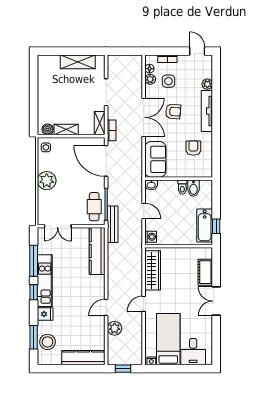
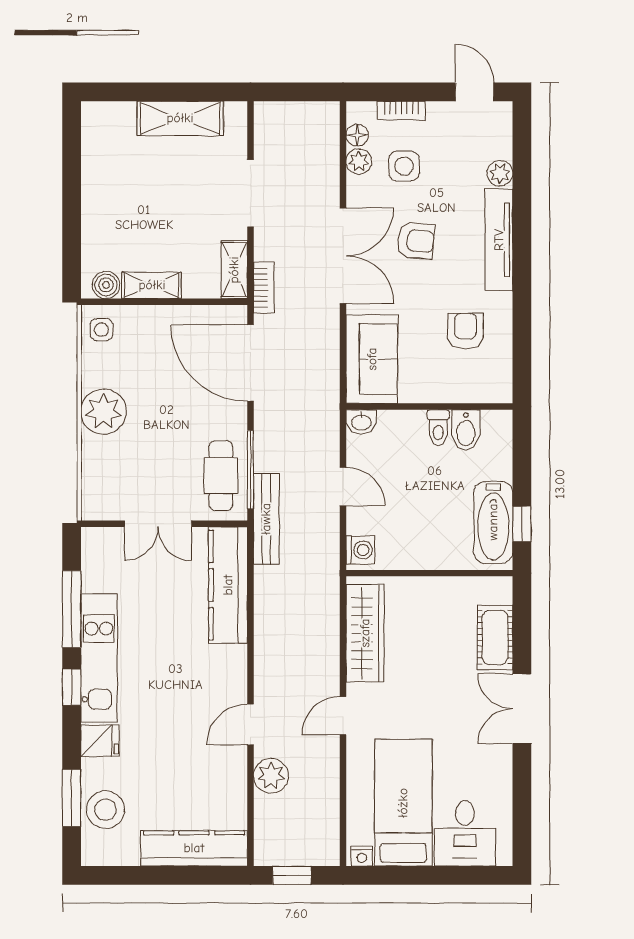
double door: (58, 226) -> (158, 524), moved

